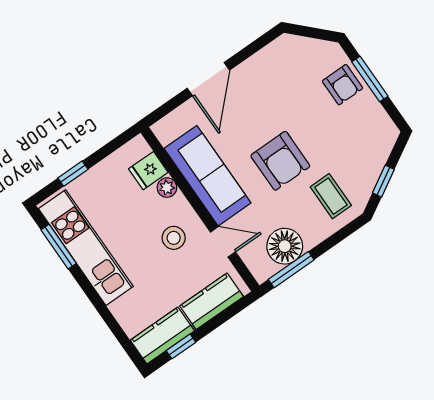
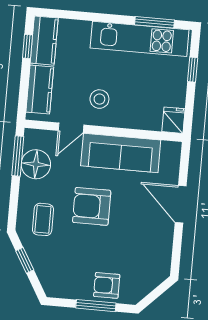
fridge: (148, 171) -> (173, 120), moved
plant: (167, 188) -> (135, 121), removed
coffee table: (331, 196) -> (43, 219), turned 90

